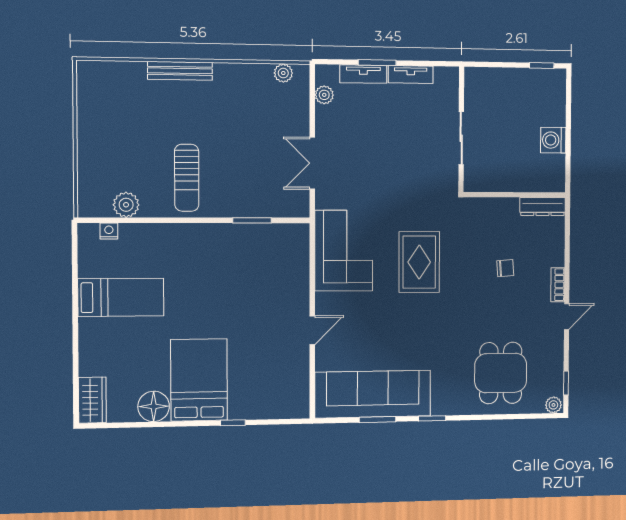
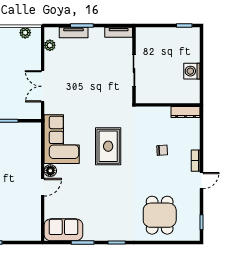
tv unit: (411, 74) -> (119, 32), moved
floor lamp: (325, 303) -> (50, 171), added
sofa: (373, 394) -> (63, 230), width x0.54, depth x0.79
plant: (553, 405) -> (193, 236), removed

